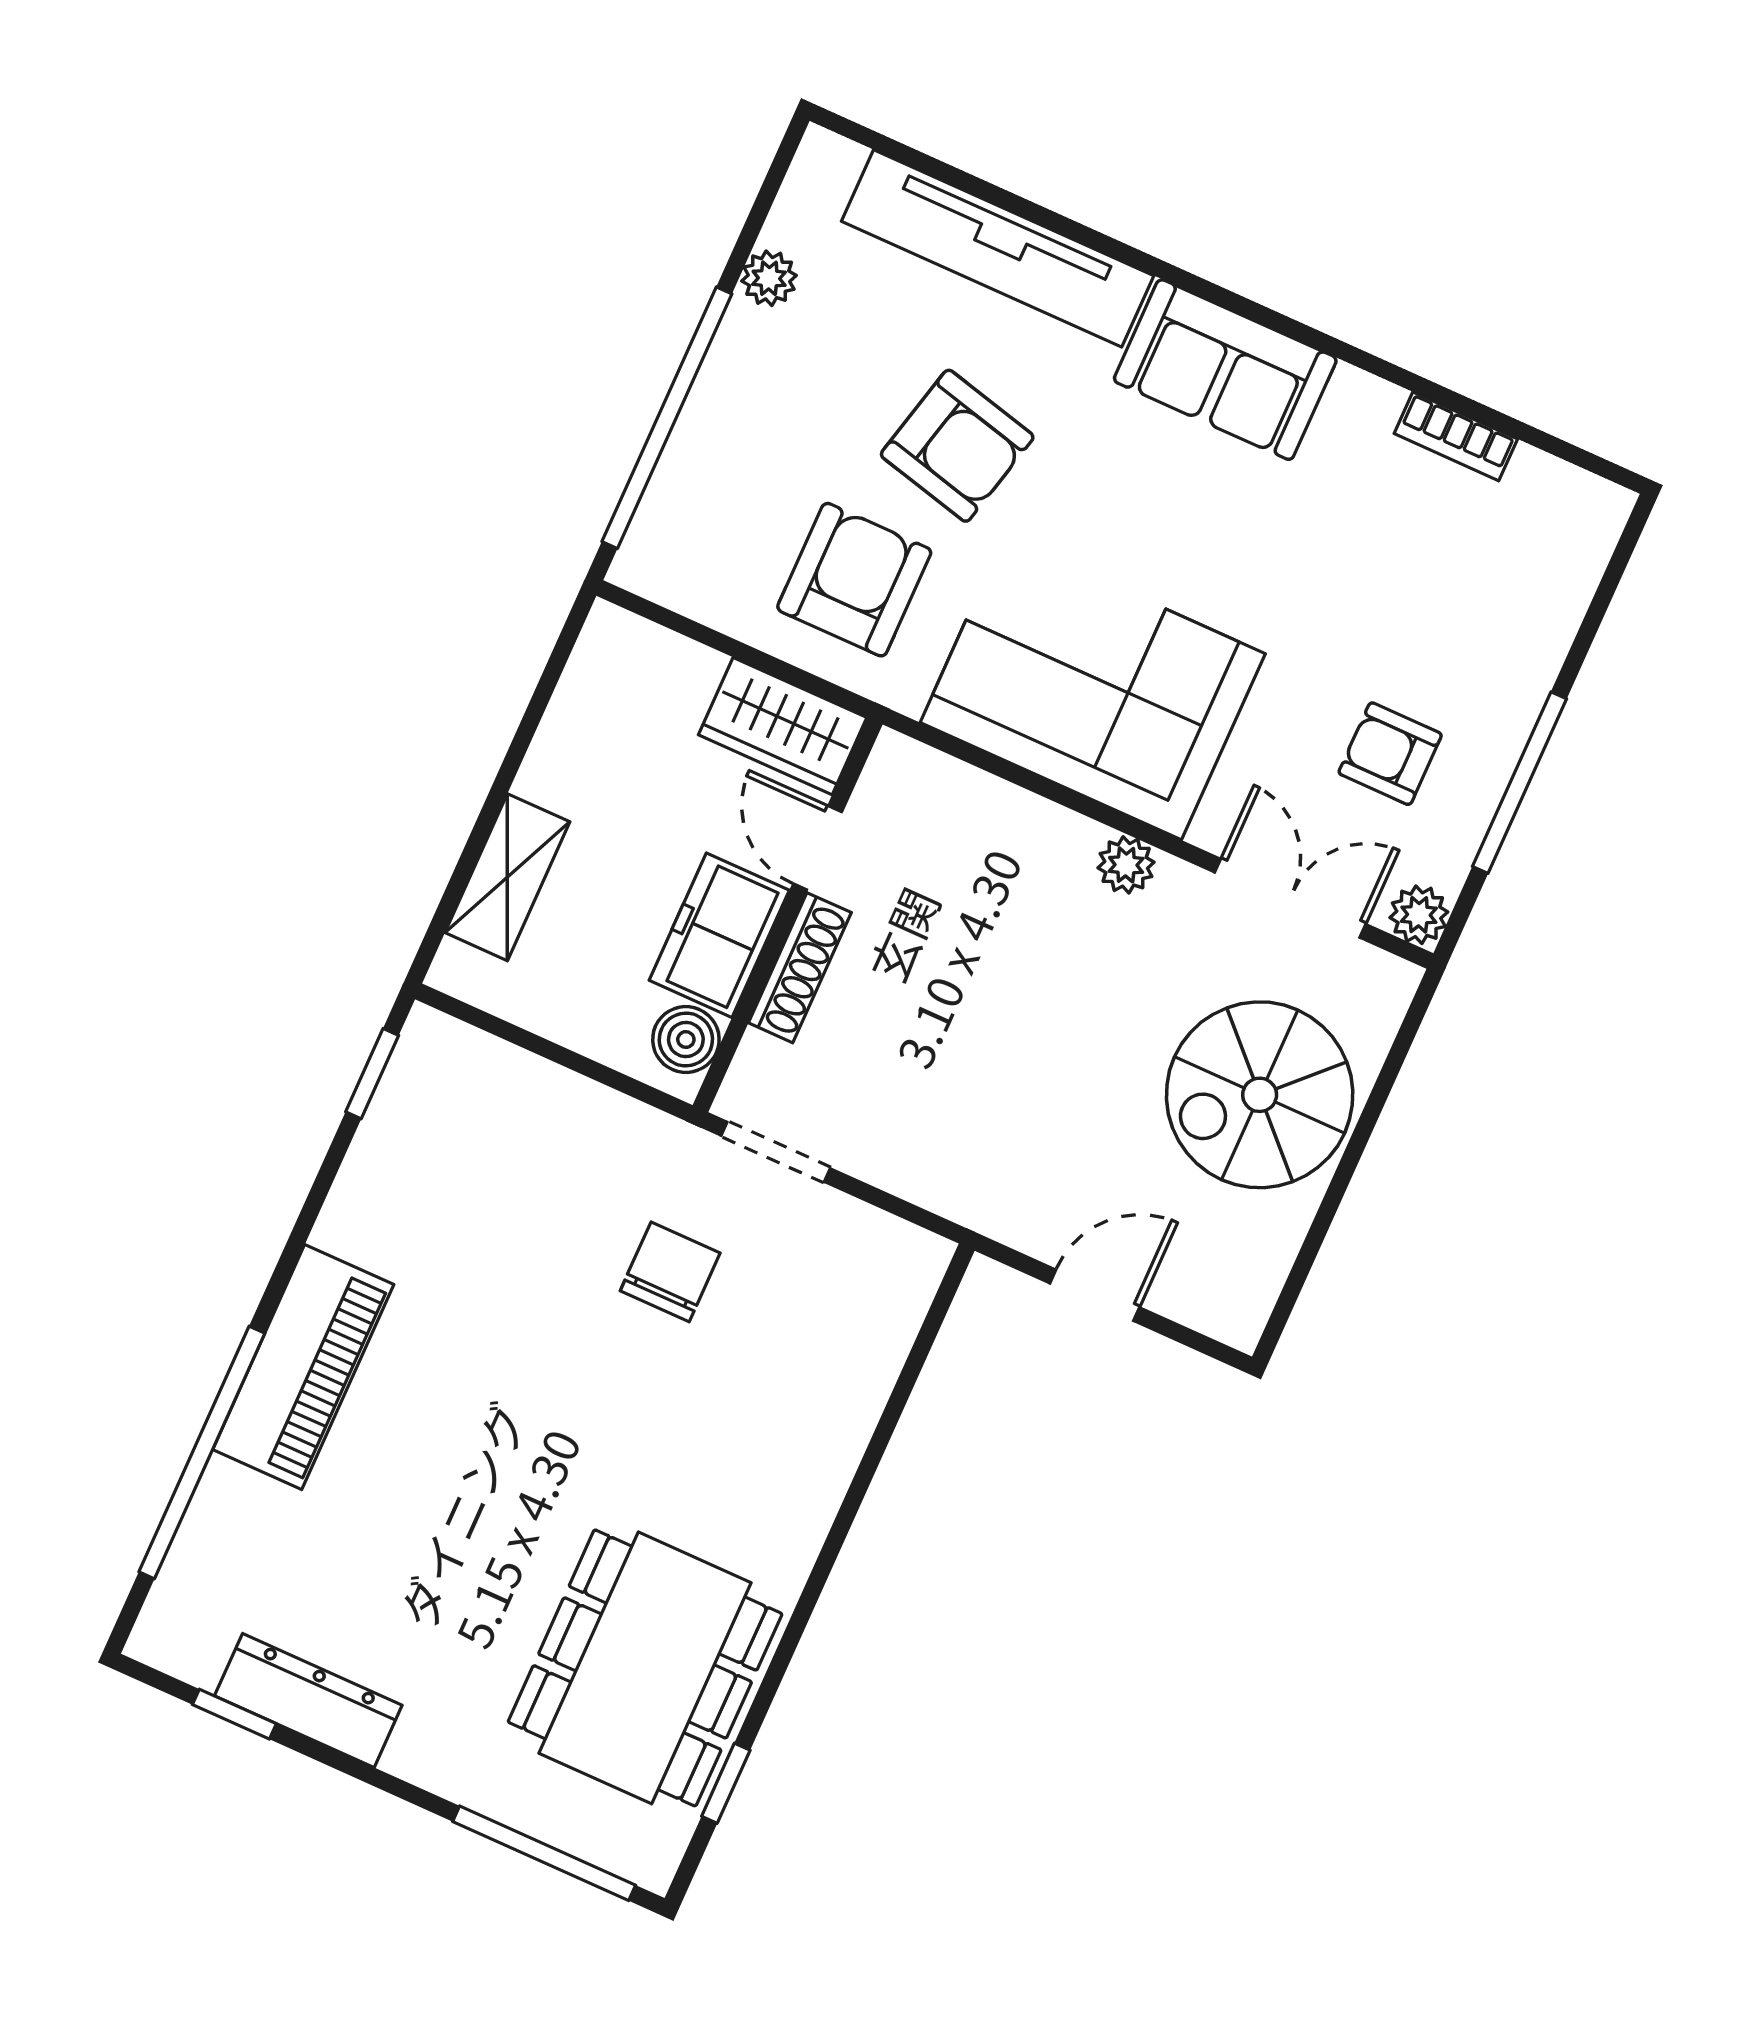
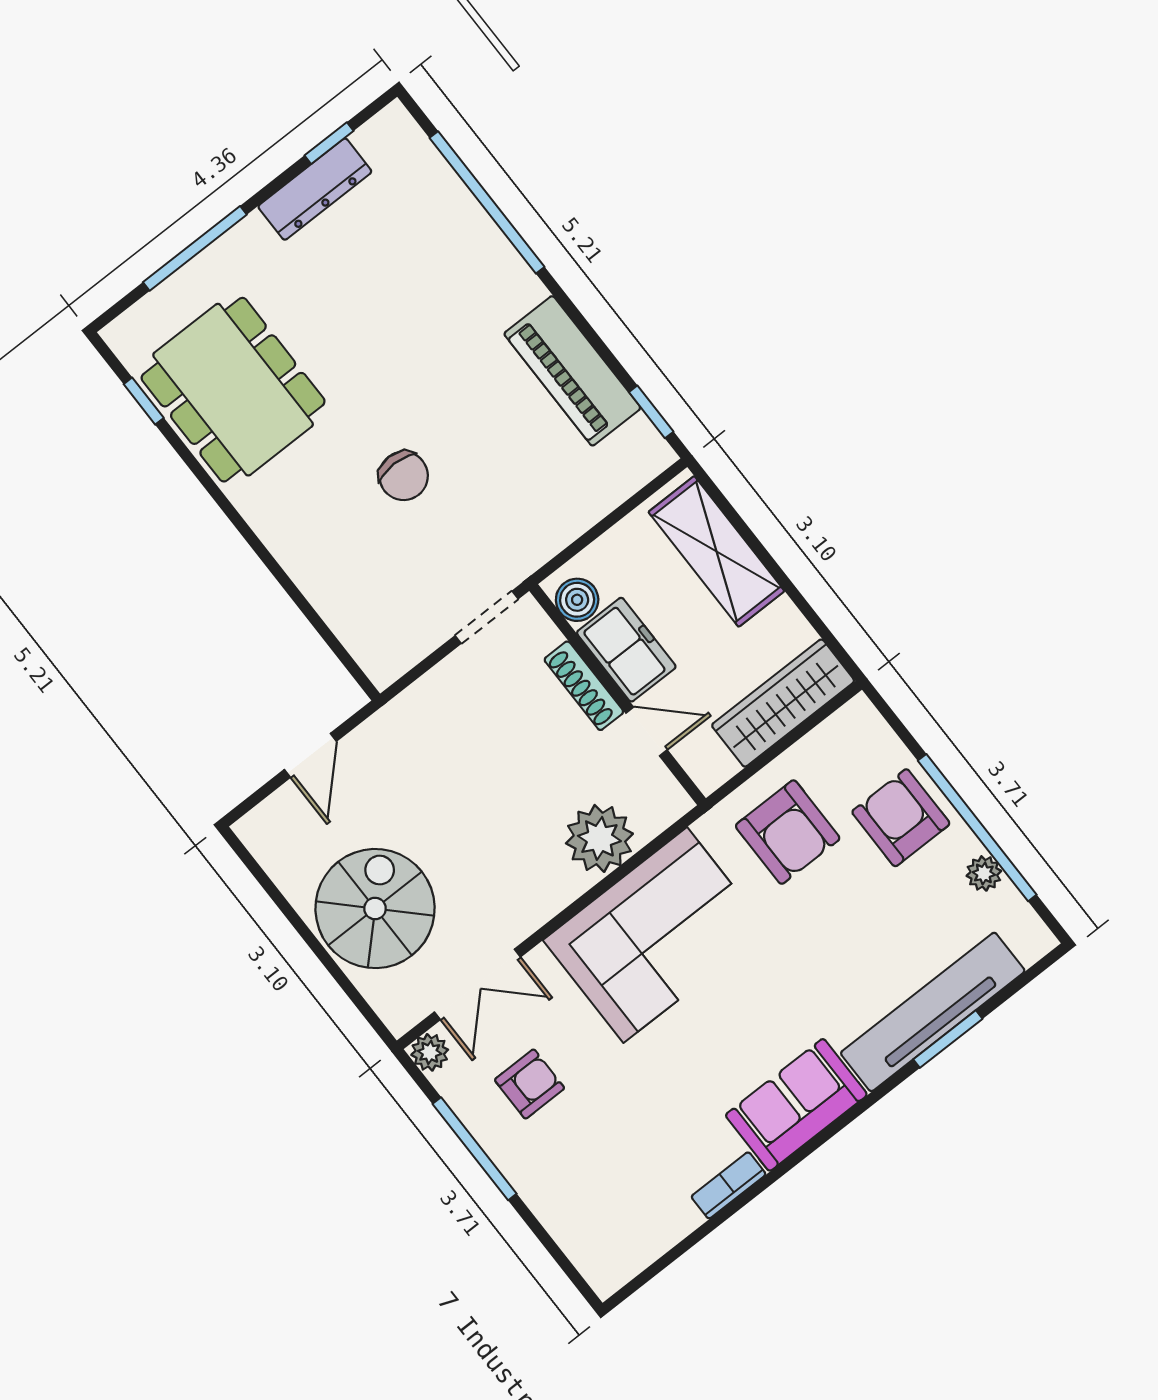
window: (1024, 208) -> (948, 1039), added
window: (667, 418) -> (977, 828), moved
bookcase: (1456, 436) -> (729, 1185), moved
armchair: (957, 446) -> (901, 818), moved, turned 76
wardrobe: (783, 726) -> (783, 703), moved, width x1.50
plant: (1126, 865) -> (599, 838), moved, width x1.88, depth x1.88
shelving: (507, 877) -> (716, 551), width x1.50, depth x1.33
chair: (670, 1272) -> (404, 476), moved
piano: (303, 1367) -> (572, 371), moved
window: (544, 1853) -> (195, 248), moved

